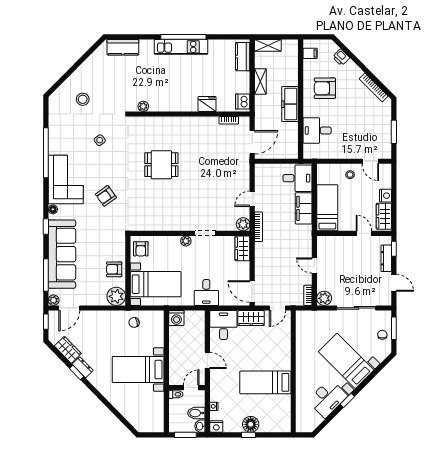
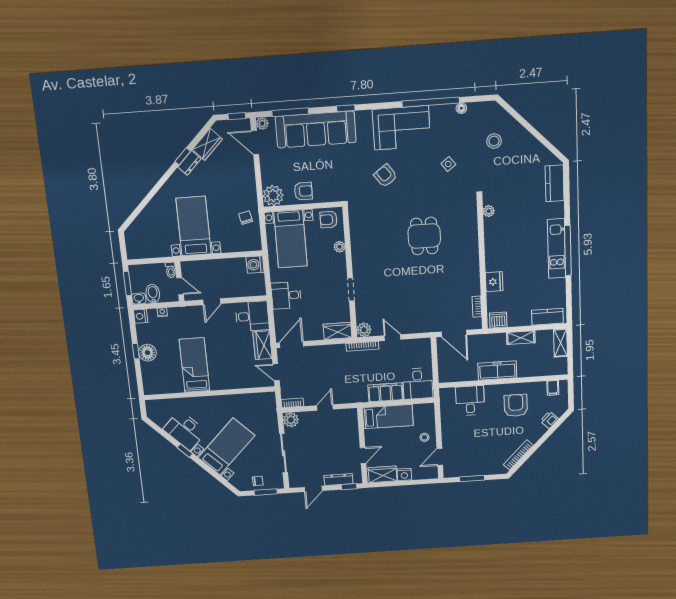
floor lamp: (53, 209) -> (461, 108), moved
plant: (186, 241) -> (339, 247), moved
armchair: (114, 269) -> (303, 191), turned 90

